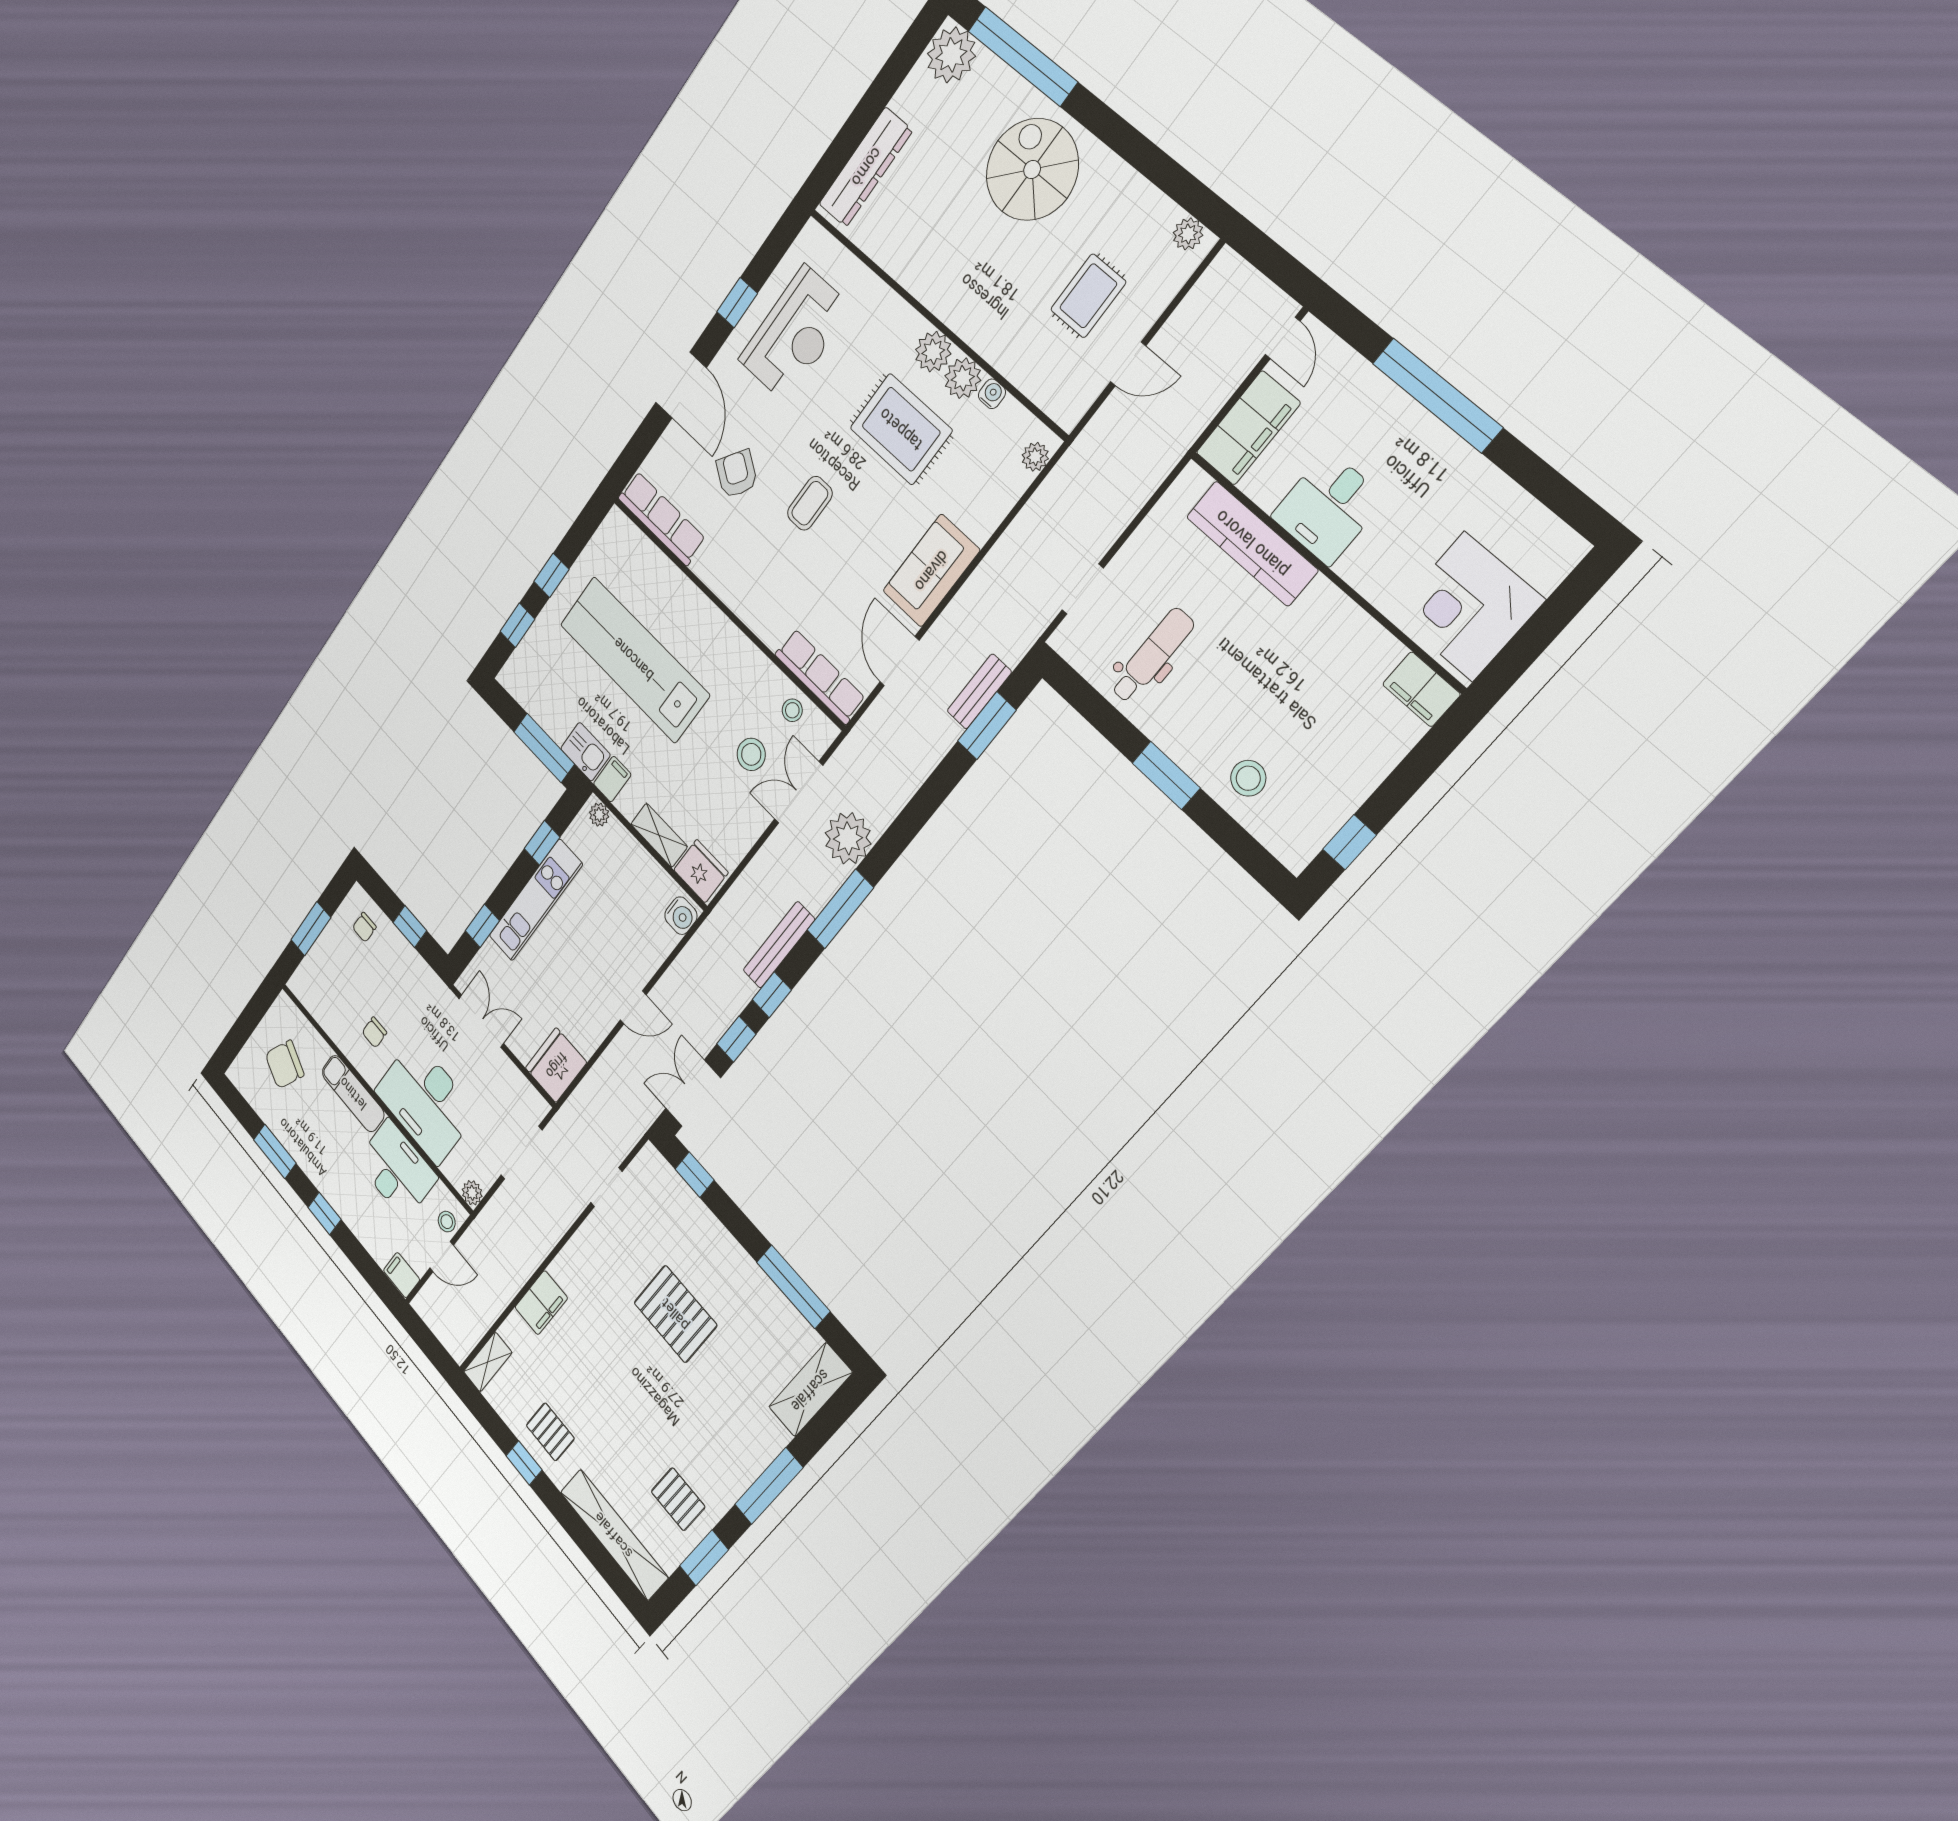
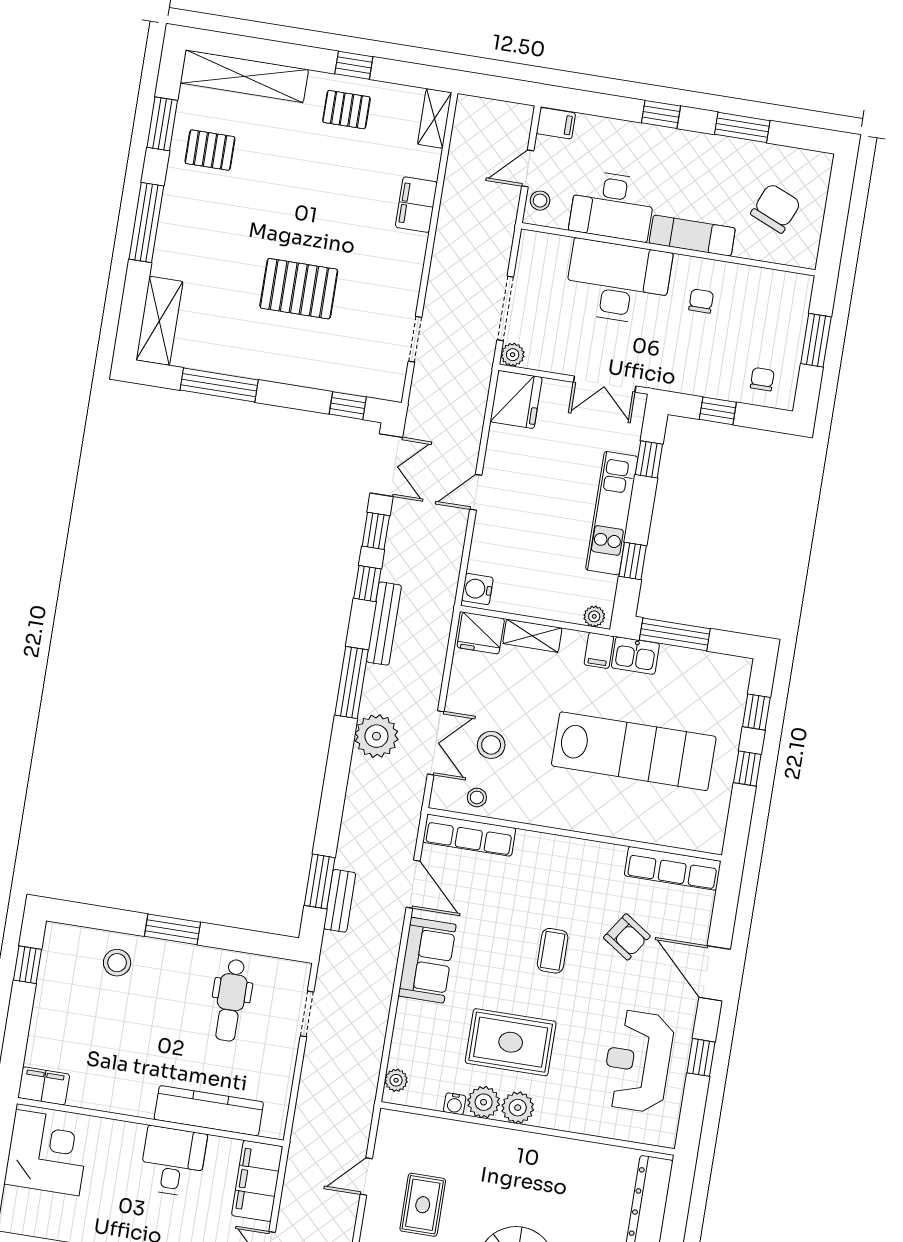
plant: (472, 1193) -> (513, 355), moved

